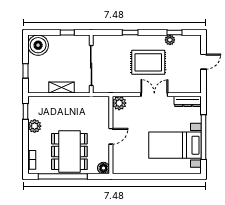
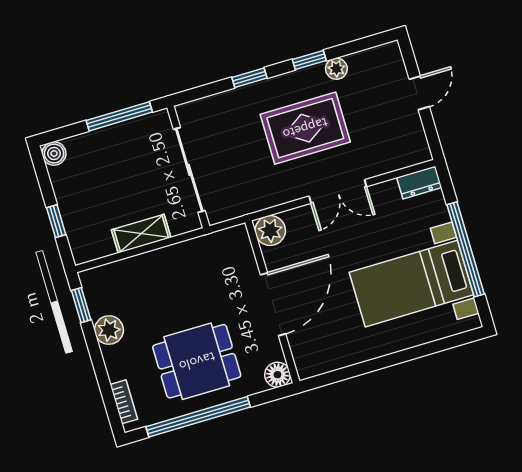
window: (67, 33) -> (119, 116), width x2.17
window: (174, 33) -> (309, 60), moved
boiler: (38, 45) -> (54, 153), width x0.54, depth x0.54
double door: (154, 95) -> (338, 191), swing flipped
dresser: (188, 101) -> (419, 183), width x0.70
door: (111, 136) -> (273, 304), width x1.88
dining table: (69, 151) -> (197, 361), width x0.73

